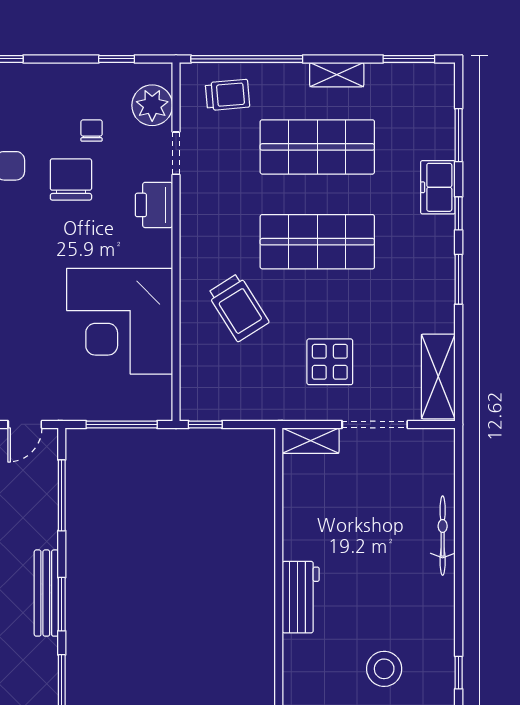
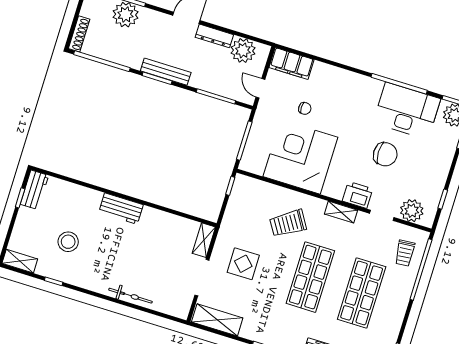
shelving: (337, 75) -> (341, 212), moved, turned 90
chair: (92, 131) -> (305, 108), moved

